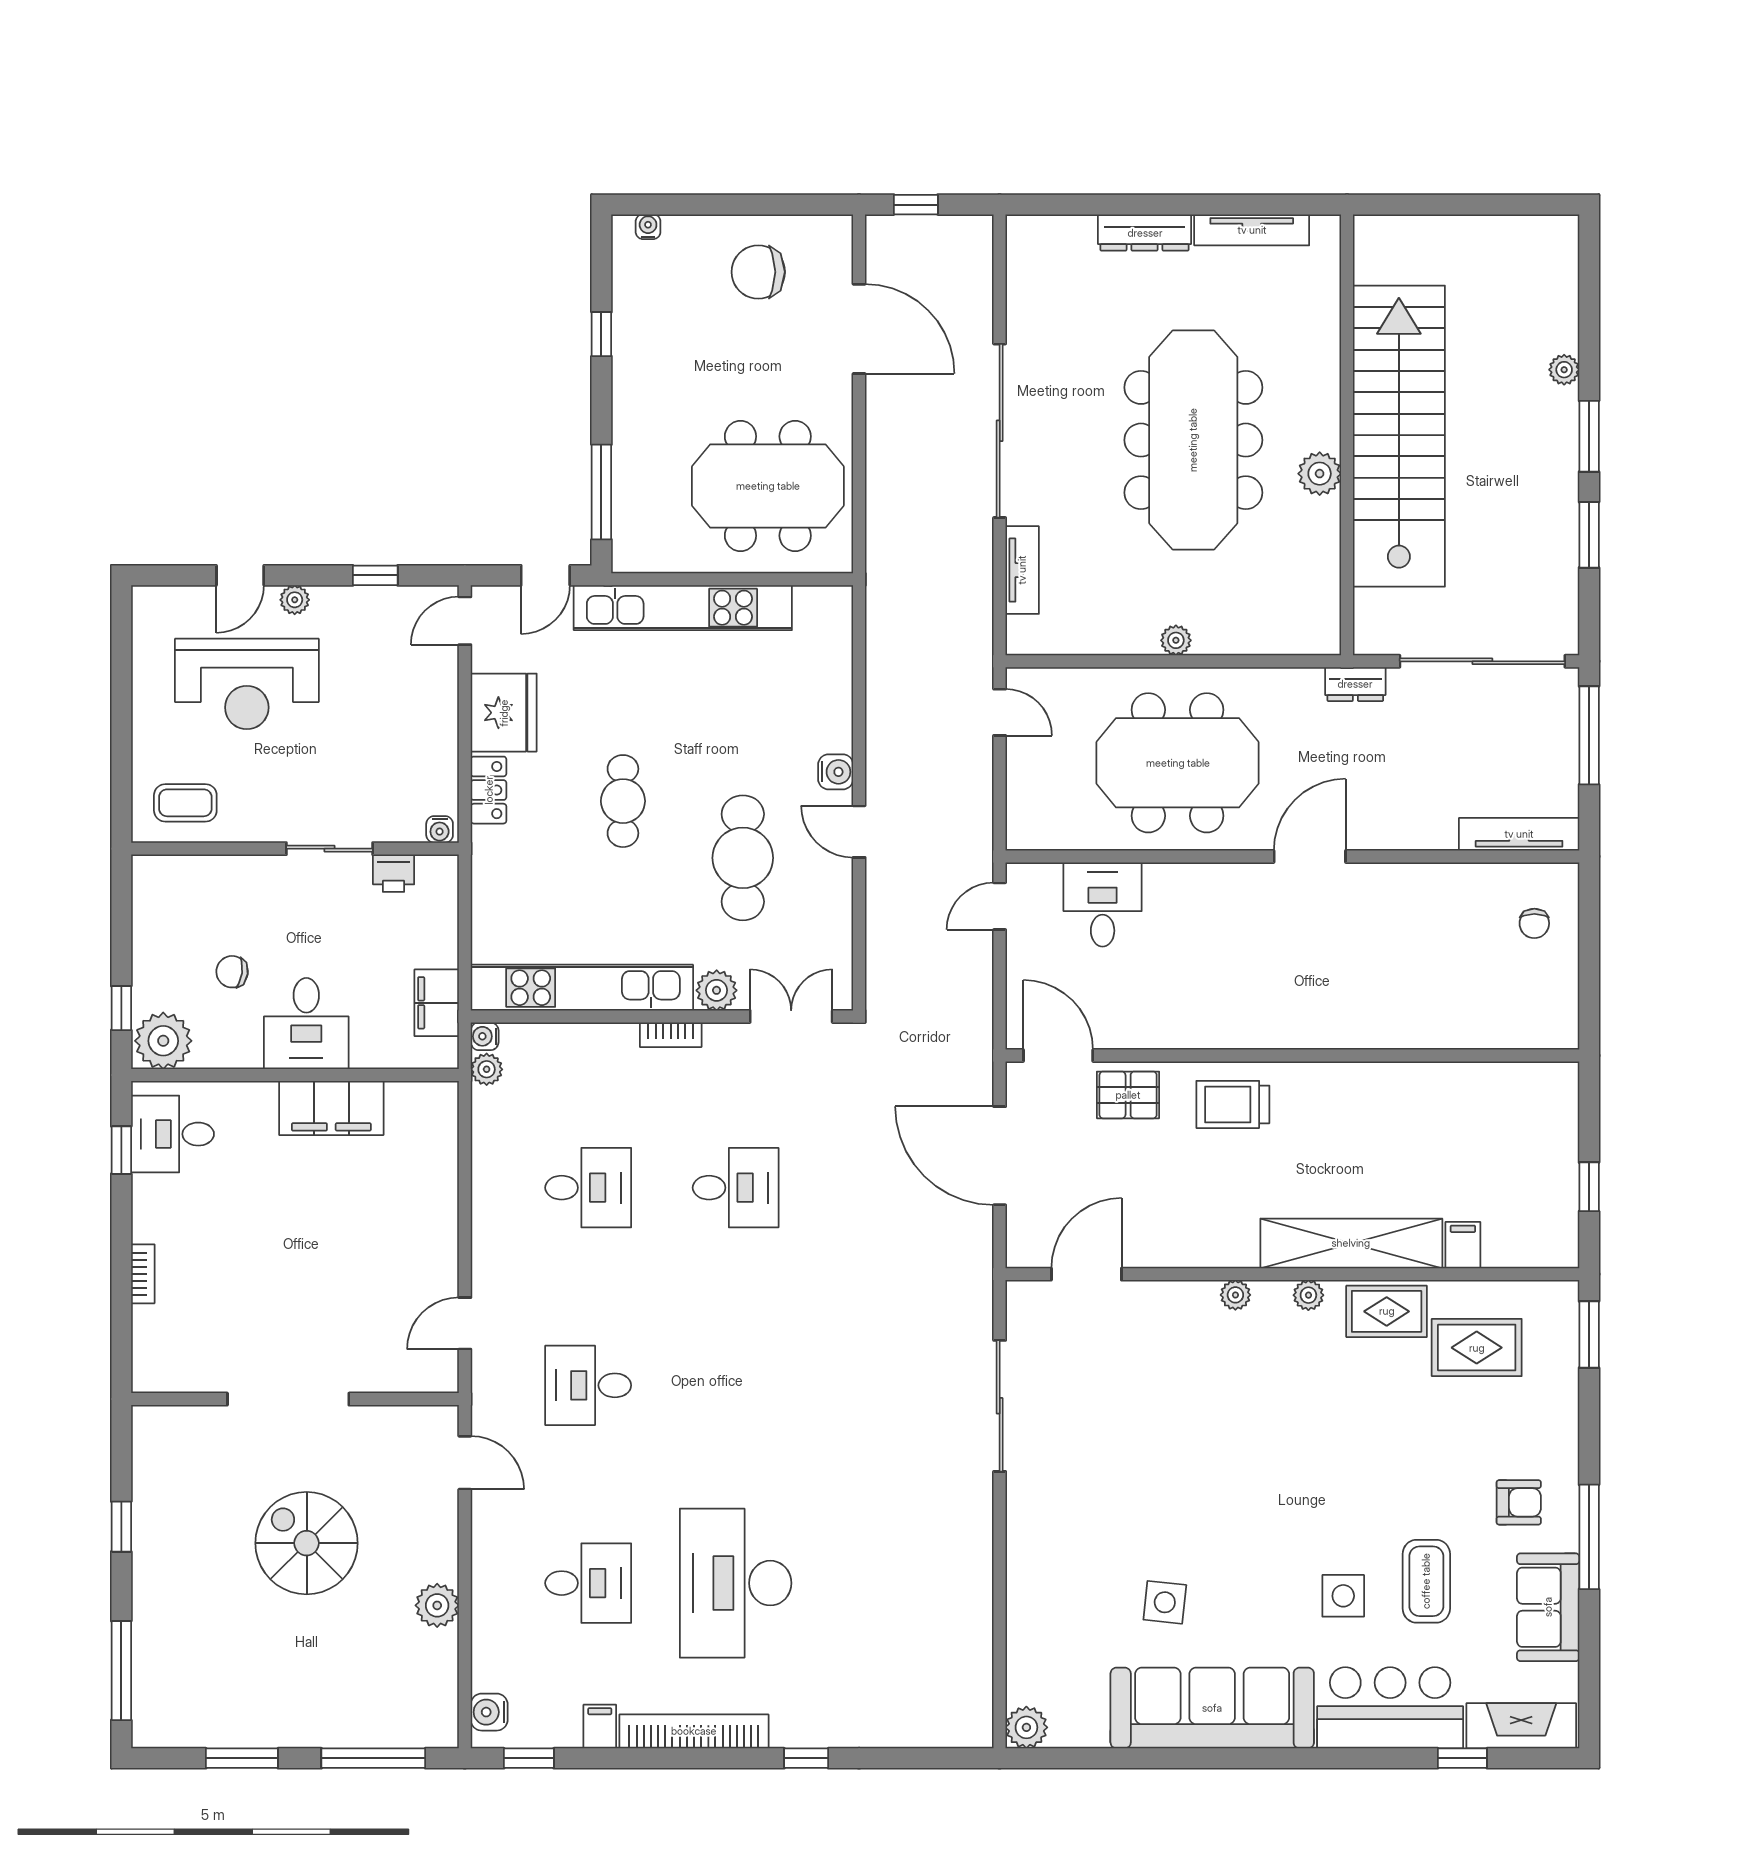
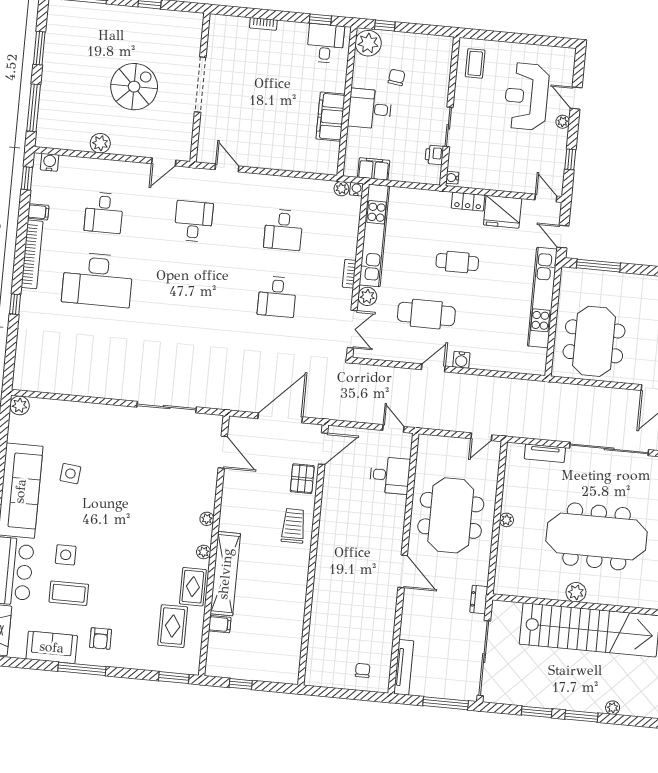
chair: (1534, 923) -> (363, 670), turned 90
desk: (736, 1583) -> (98, 280), turned 180

